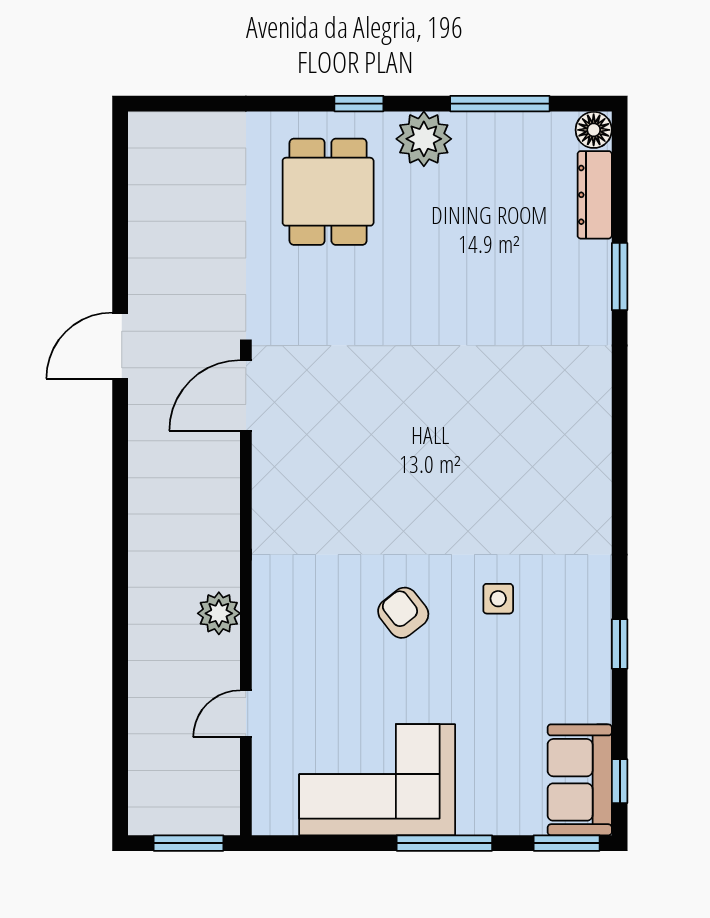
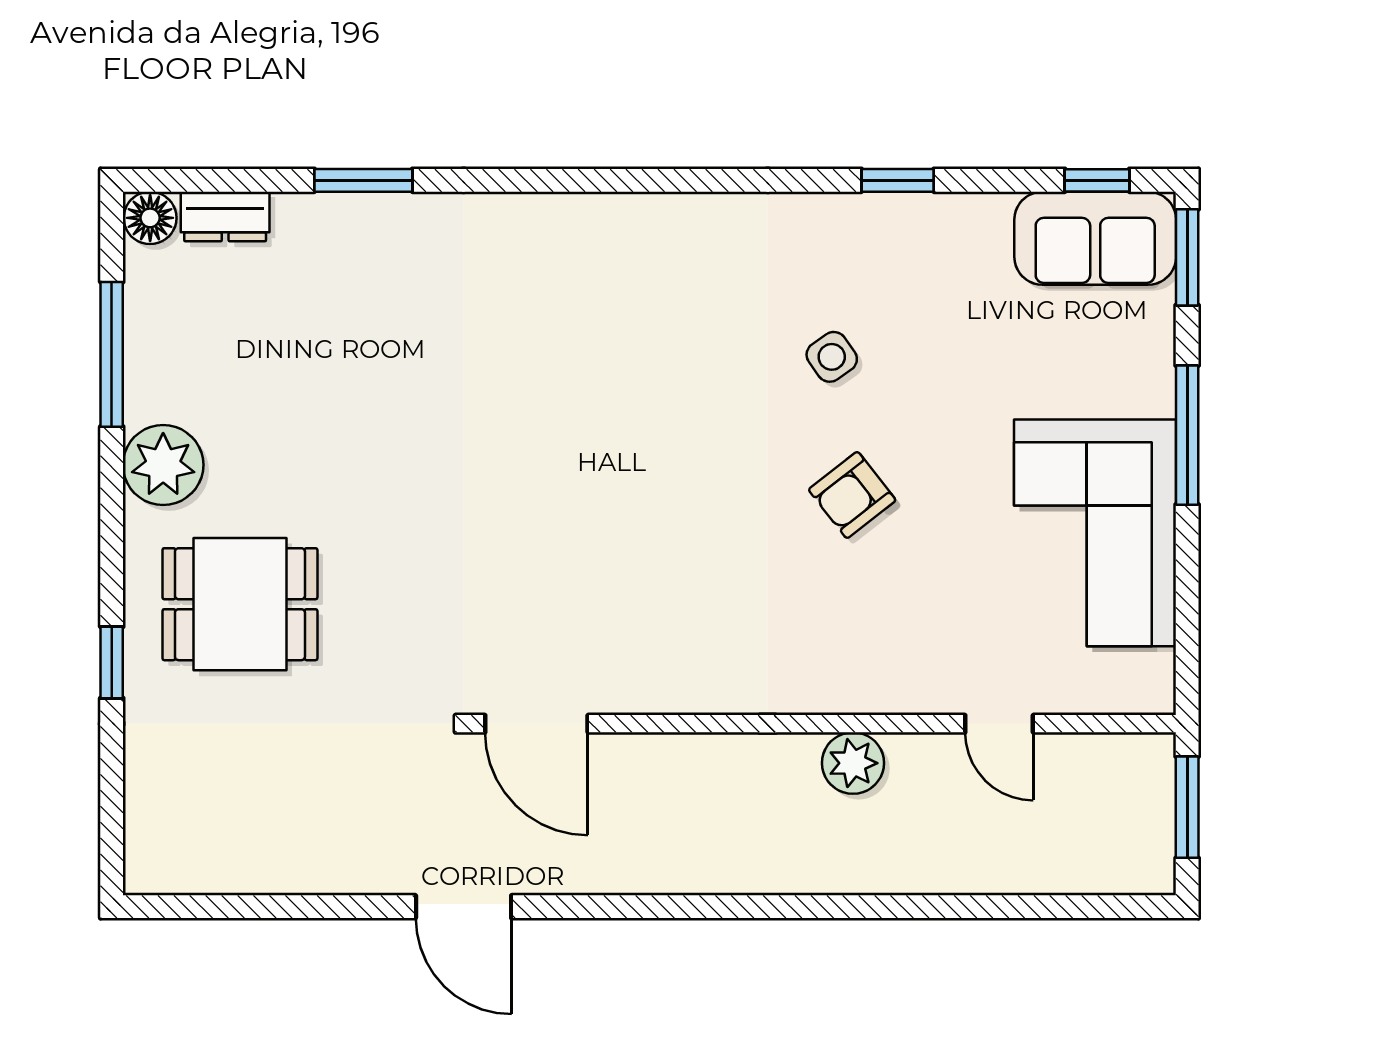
window: (359, 104) -> (112, 662), moved
dresser: (595, 195) -> (225, 217), width x0.70
side table: (498, 599) -> (832, 357), turned -35

